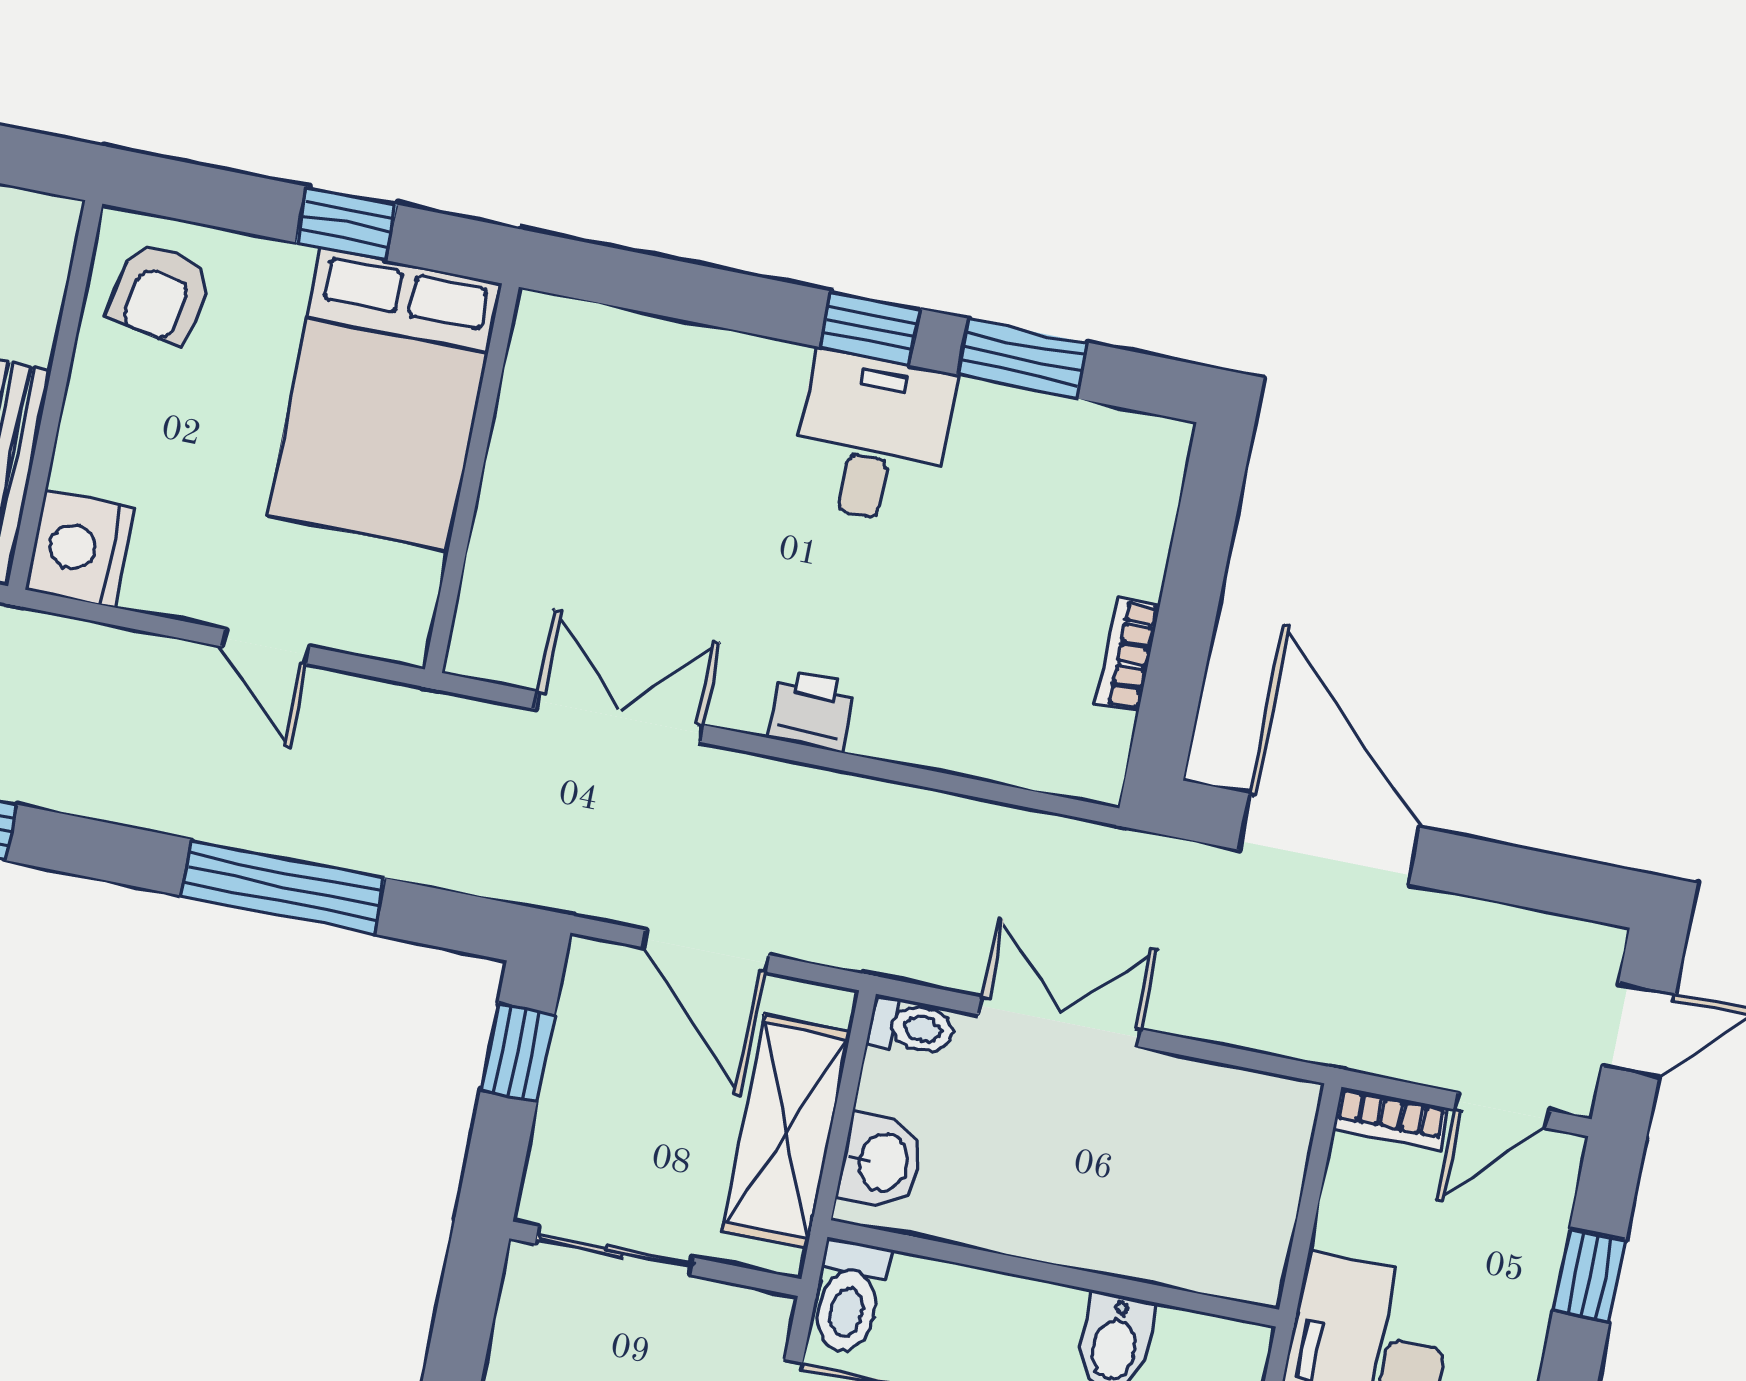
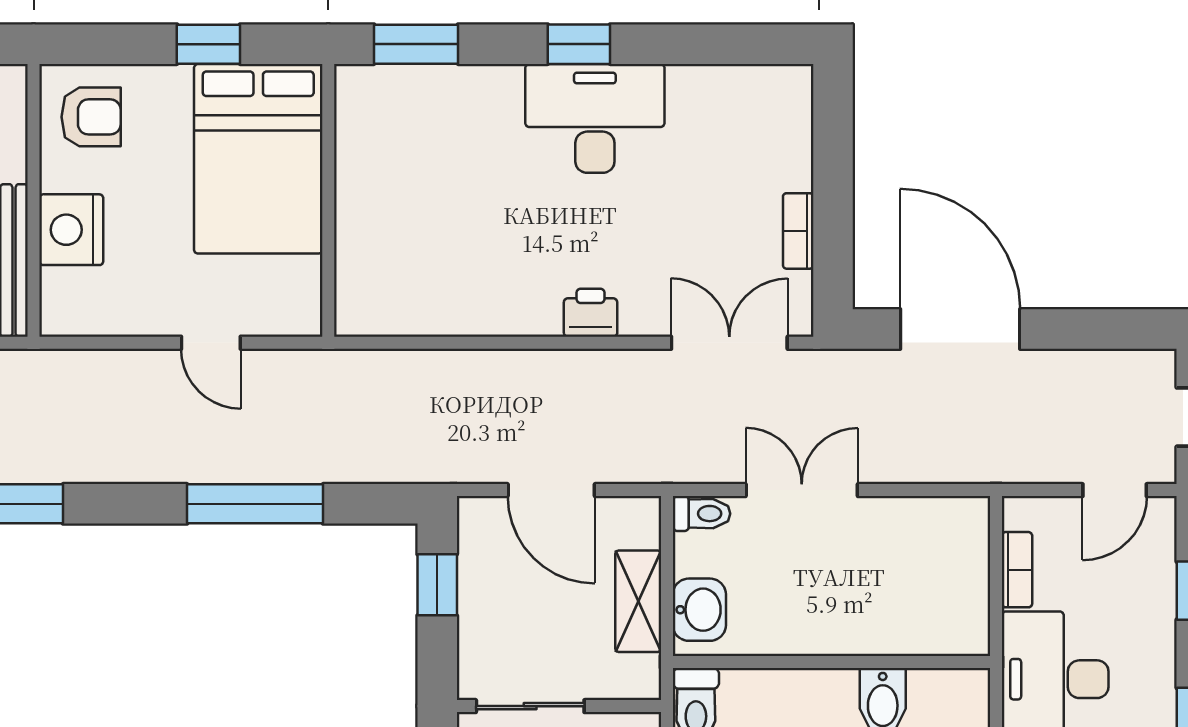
armchair: (160, 293) -> (91, 117), turned -102
window: (1022, 359) -> (416, 44), moved
desk: (872, 438) -> (595, 118), width x1.37
nightstand: (80, 548) -> (71, 230), moved
double door: (619, 717) -> (729, 343), moved
bookcase: (1390, 1119) -> (1017, 570), moved, turned -90
shelving: (786, 1131) -> (638, 601), width x0.67, depth x0.75

